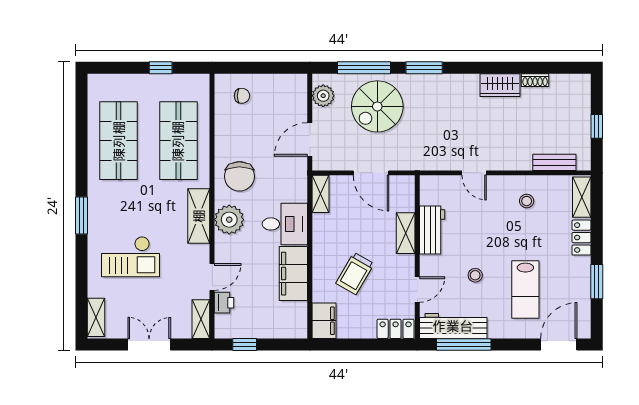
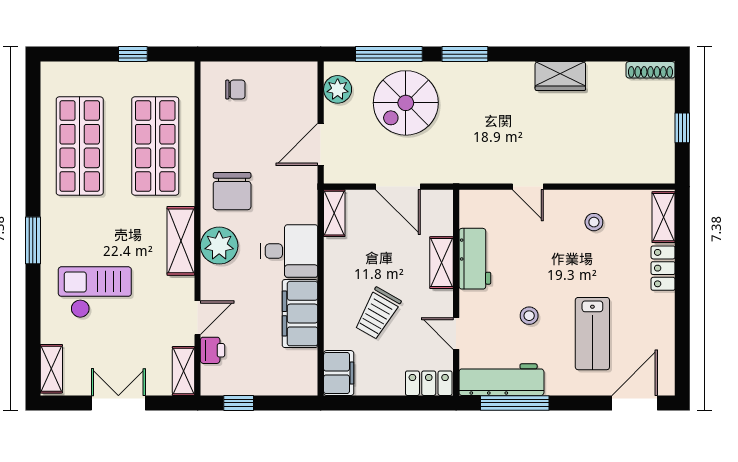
shoe rack: (535, 80) -> (651, 70), moved, width x1.43
bench: (554, 162) -> (629, 173), removed
checkout: (131, 257) -> (95, 292), turned 180
window: (597, 282) -> (682, 324), removed
door: (417, 289) -> (456, 334), swing flipped

